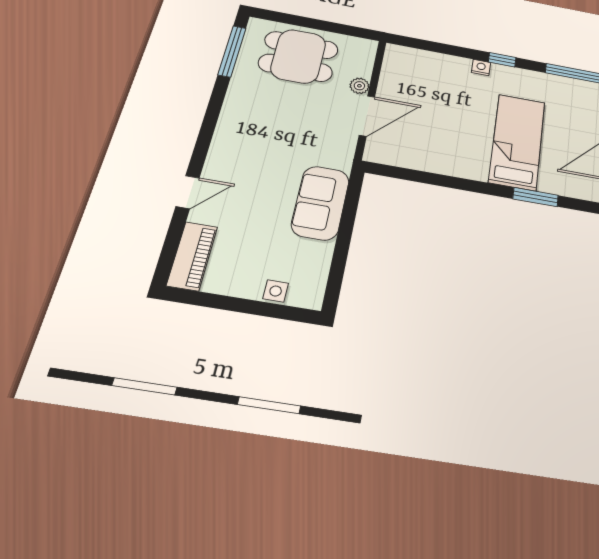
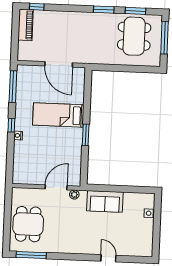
plant: (359, 86) -> (74, 195), moved
door: (367, 116) -> (56, 187), hinge flipped
window: (536, 197) -> (86, 135), moved
piano: (192, 256) -> (138, 250), removed

